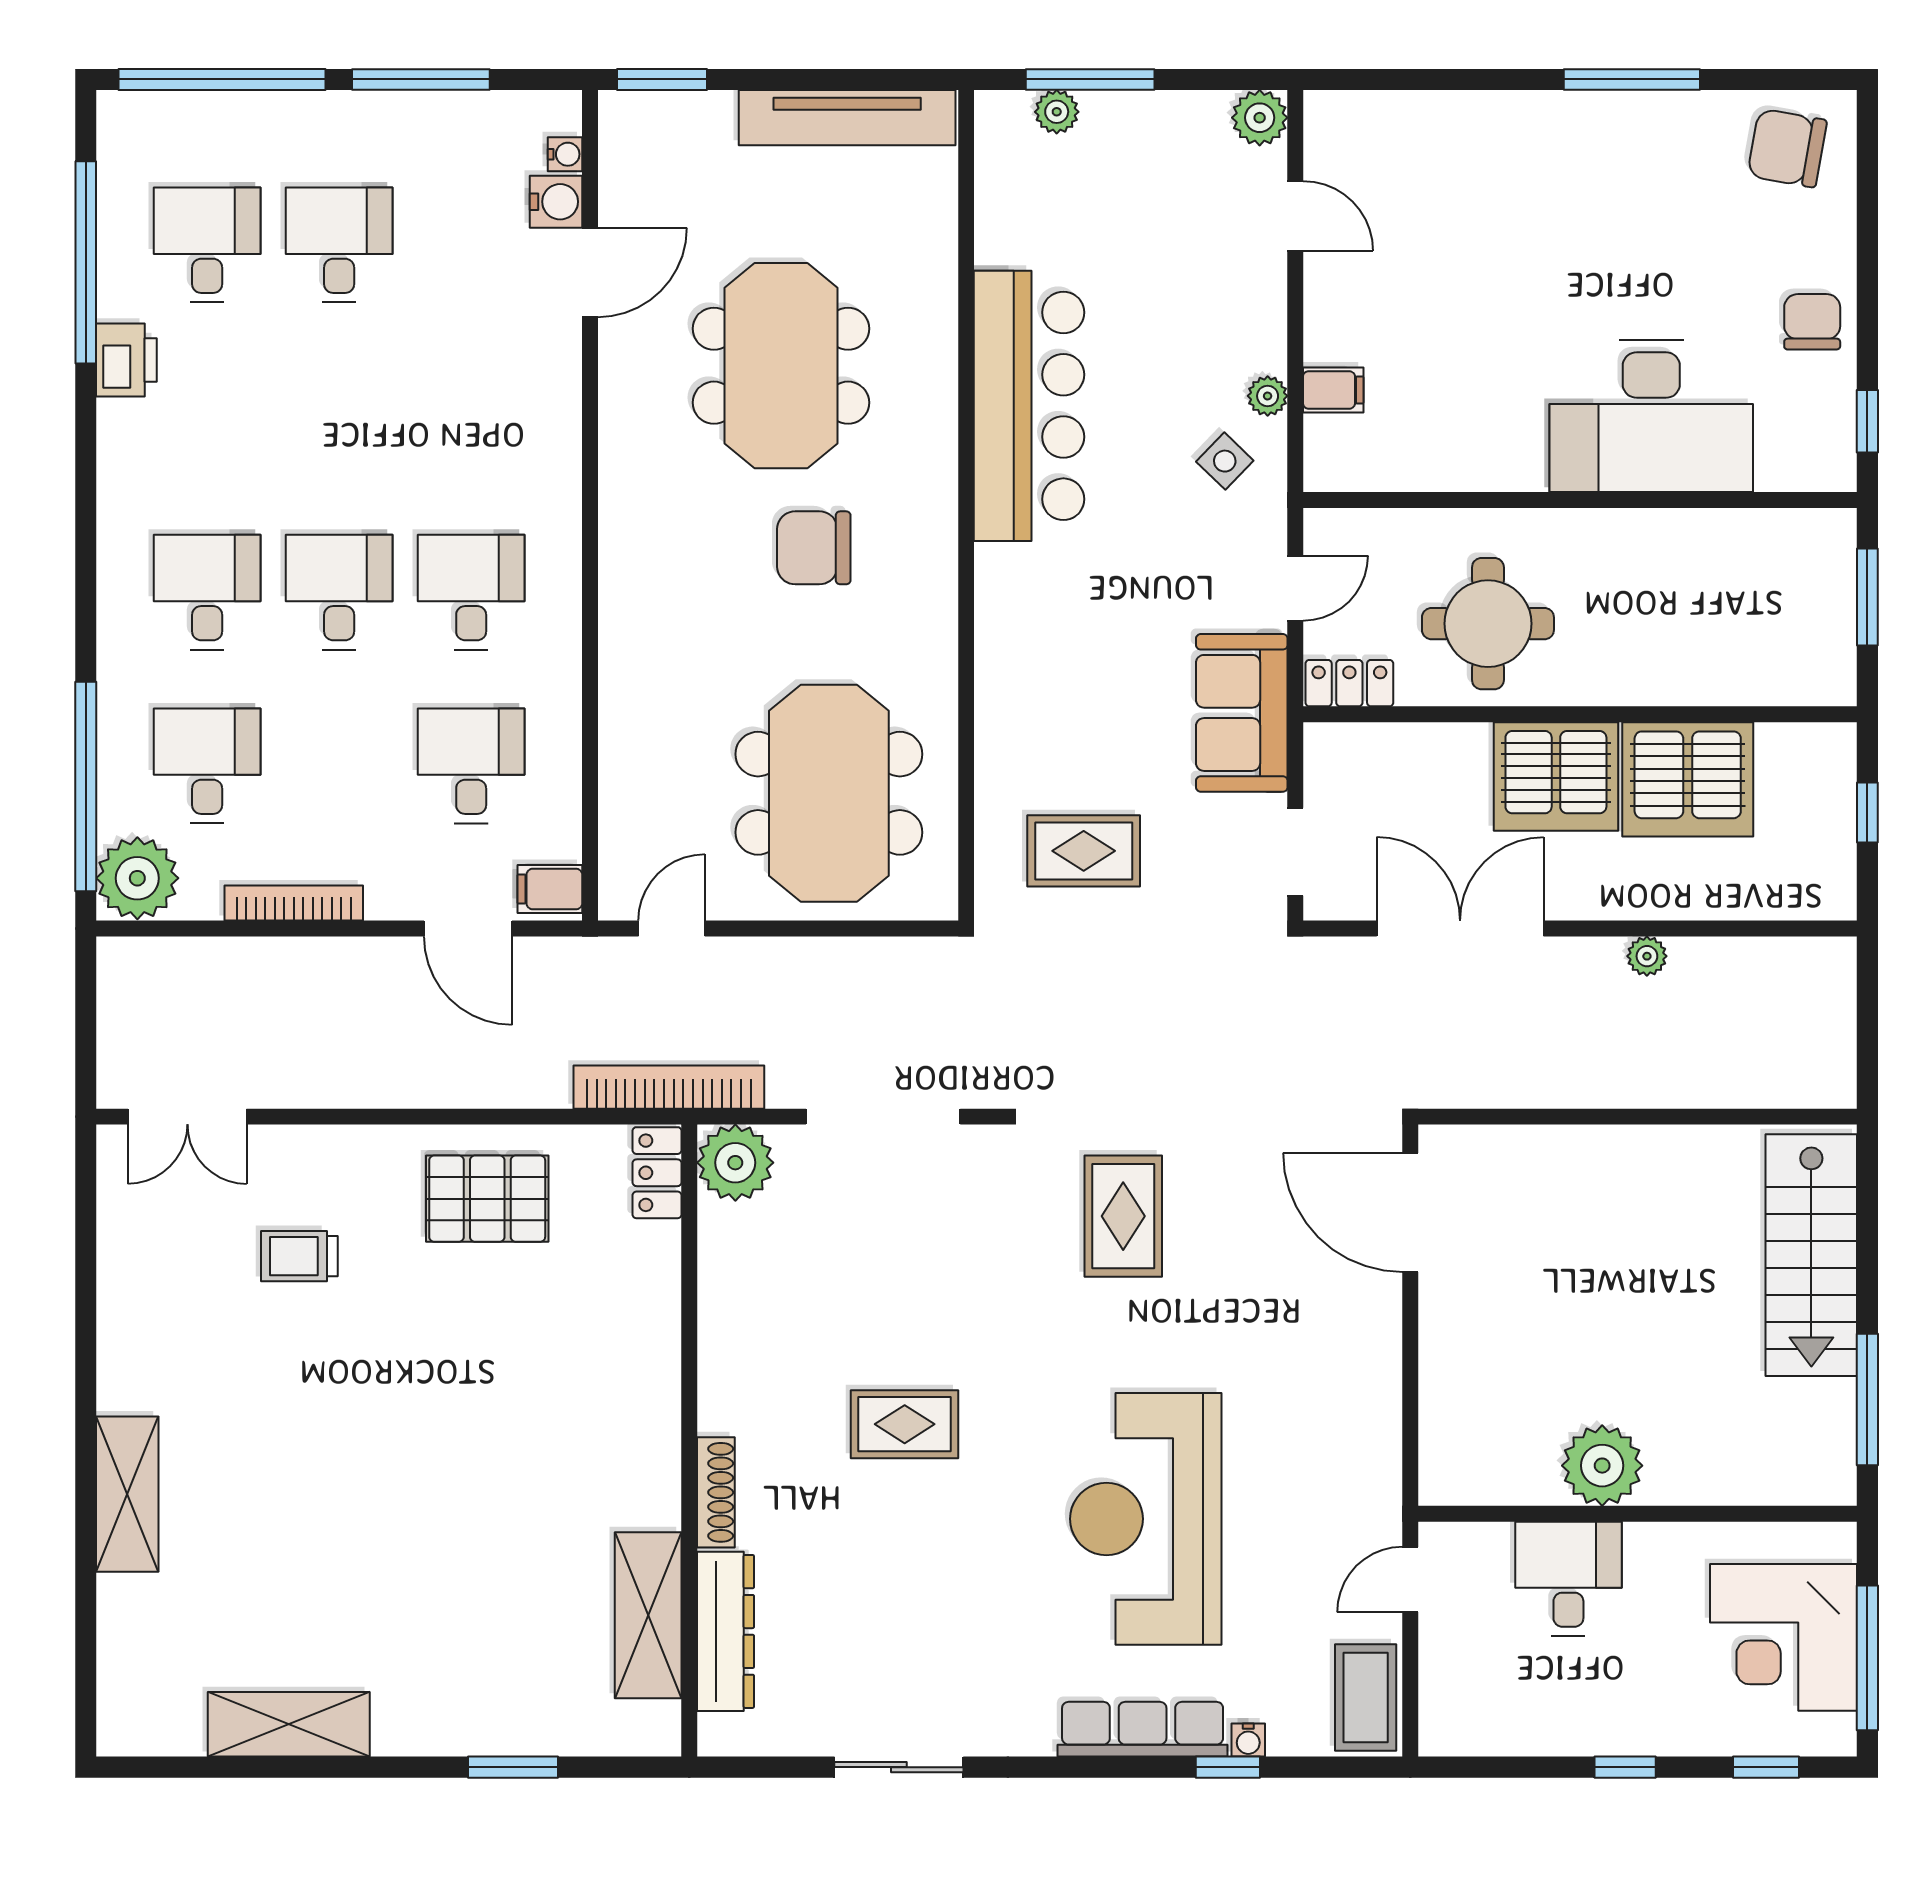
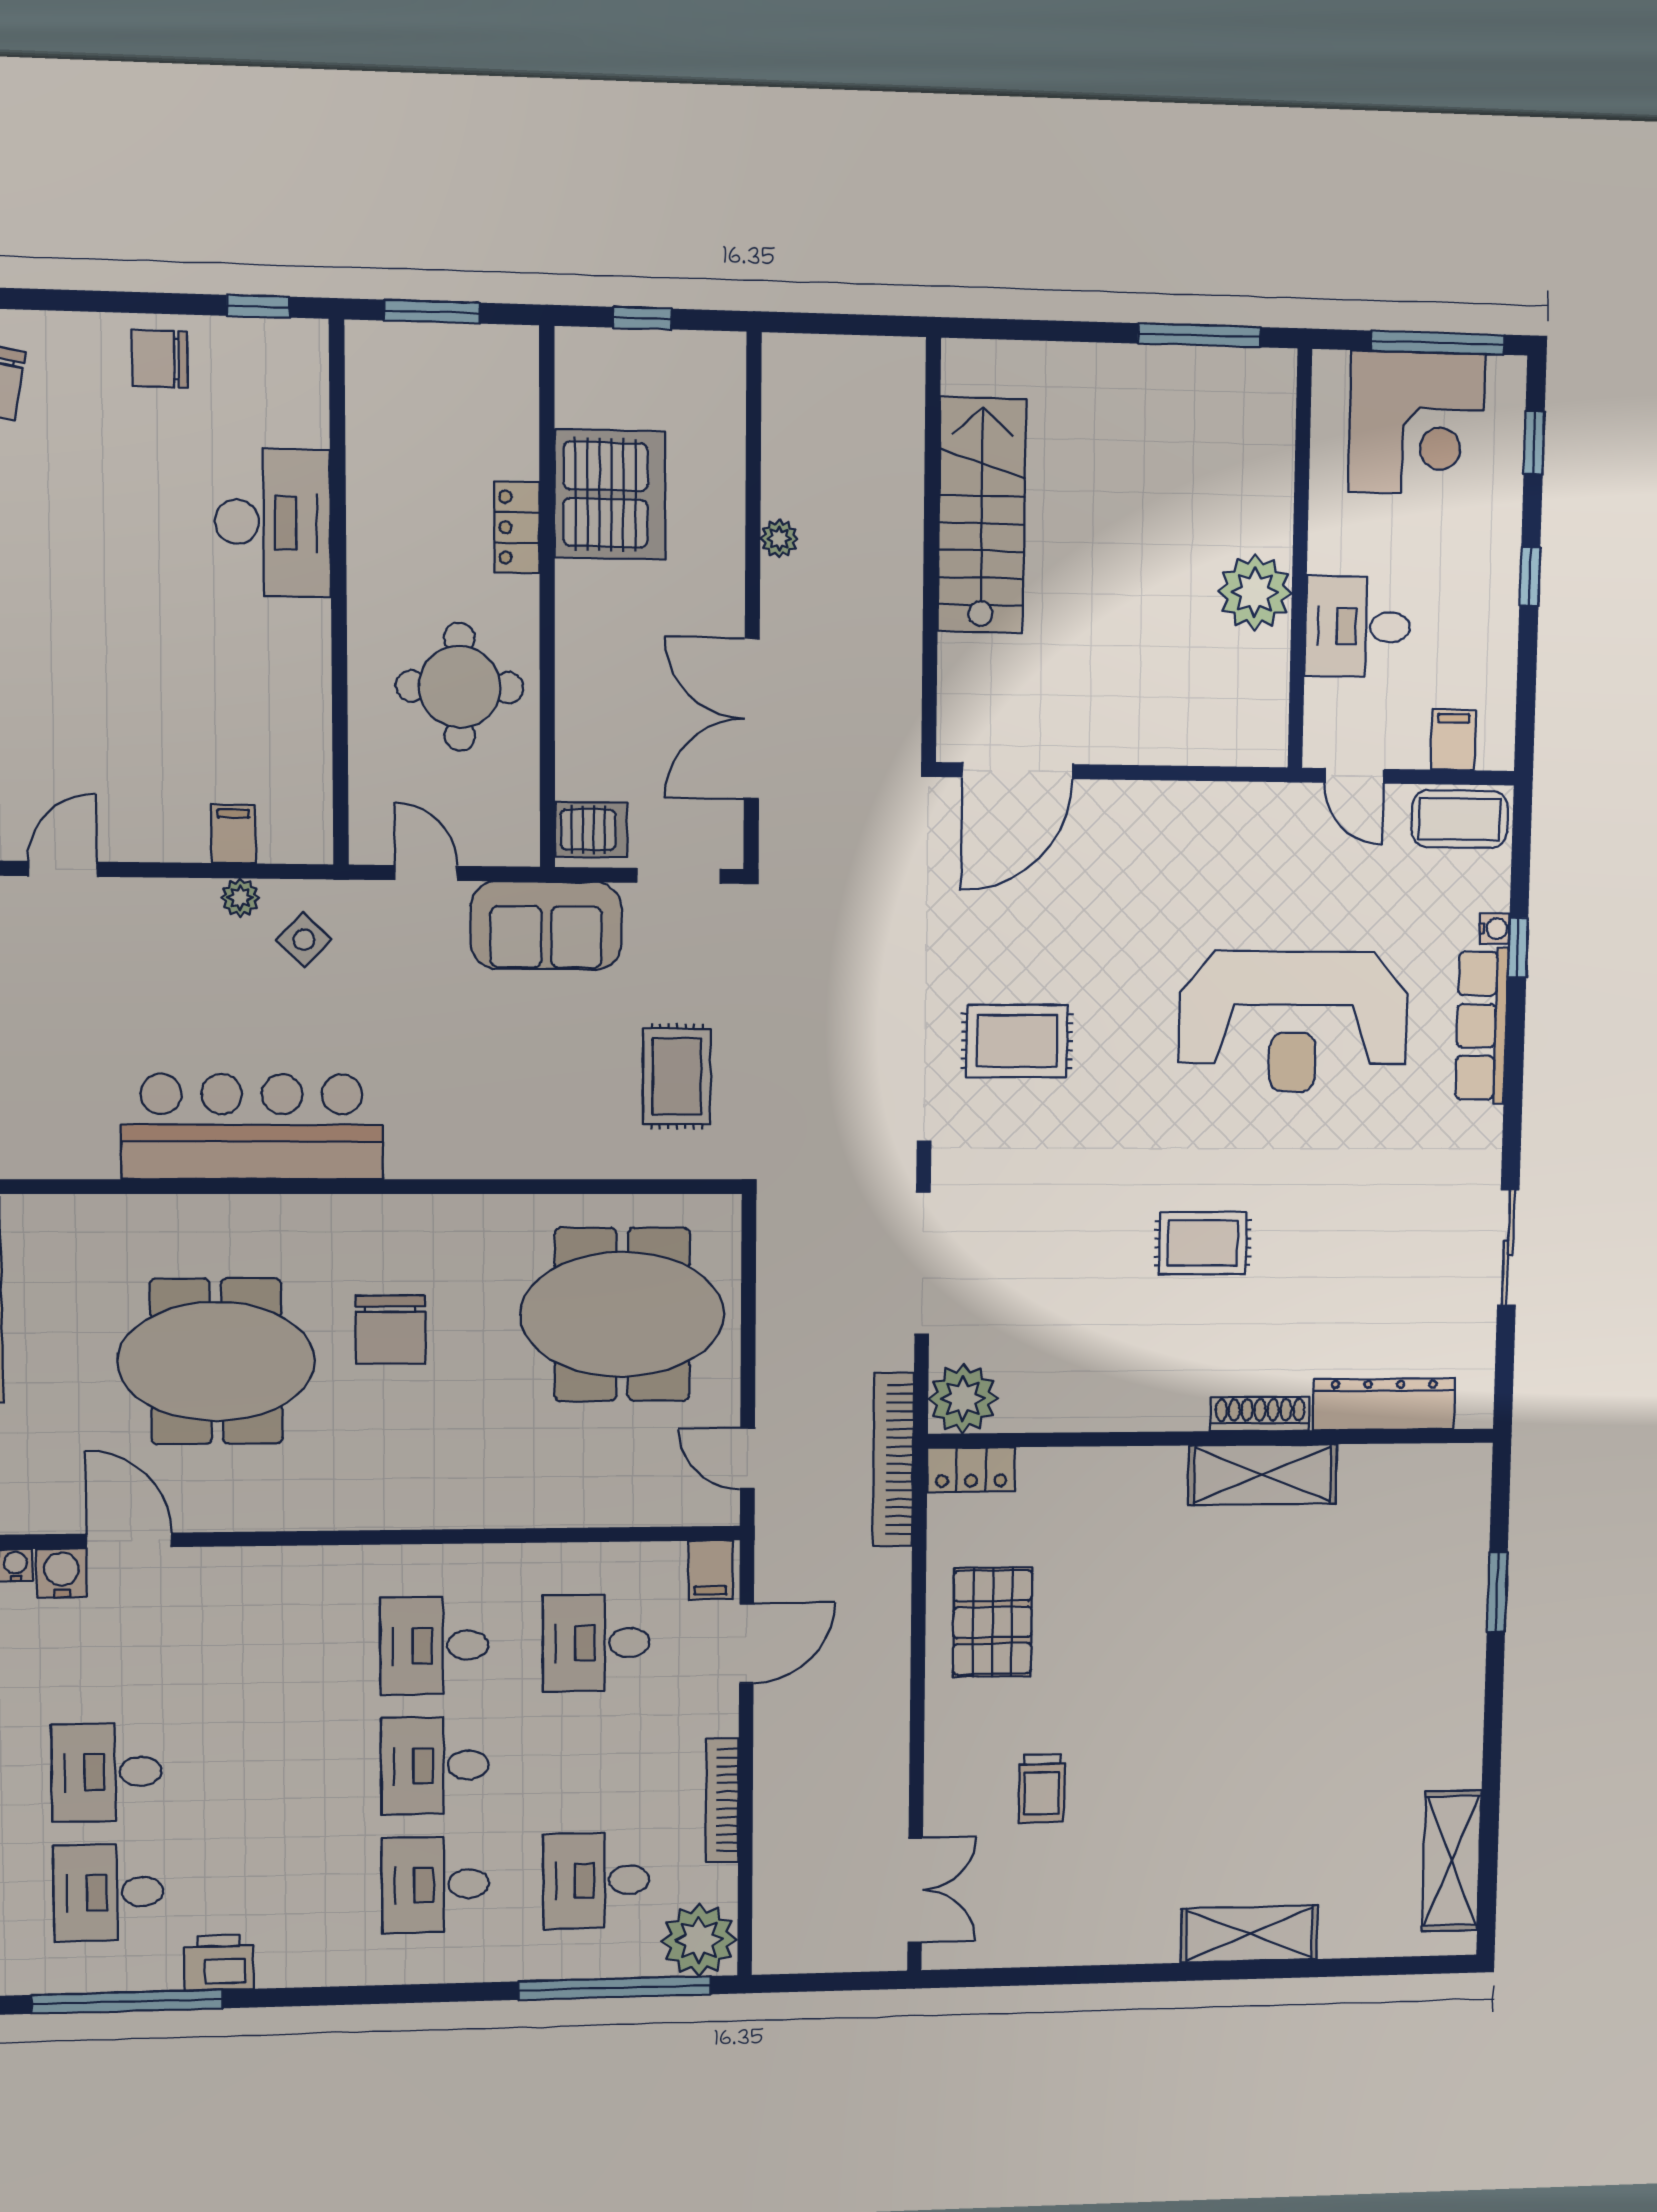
desk: (1651, 416) -> (273, 523), width x0.73, depth x0.77
locker: (1349, 683) -> (517, 527), moved
server rack: (1556, 777) -> (591, 830), moved, width x0.46, depth x0.70
stairs: (1811, 1255) -> (982, 515), moved, turned -90
rug: (905, 1424) -> (1203, 1243), turned 90
shelving: (648, 1615) -> (1263, 1475), moved
filing cabinet: (1451, 1688) -> (1453, 740), added
shelving: (289, 1724) -> (1452, 1861), moved

